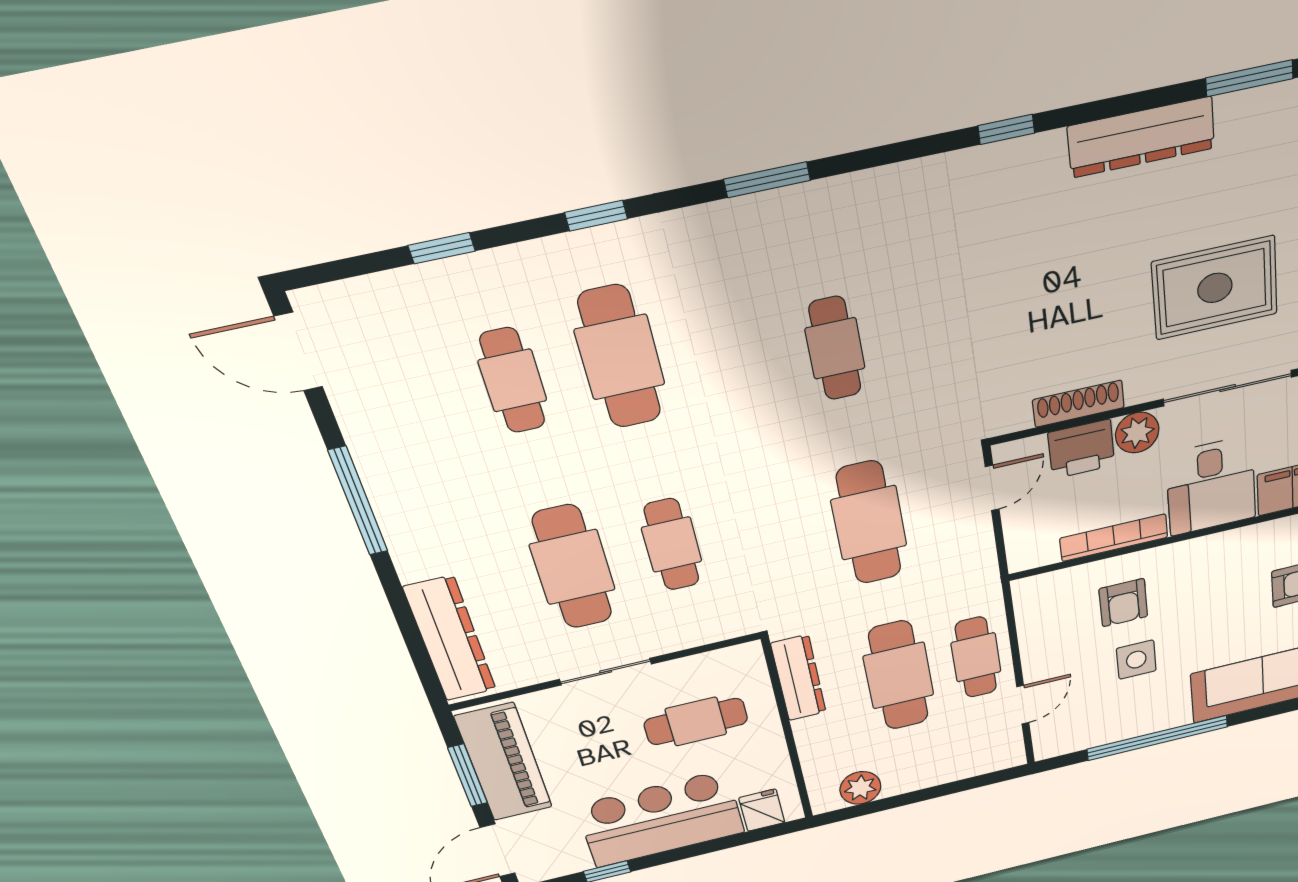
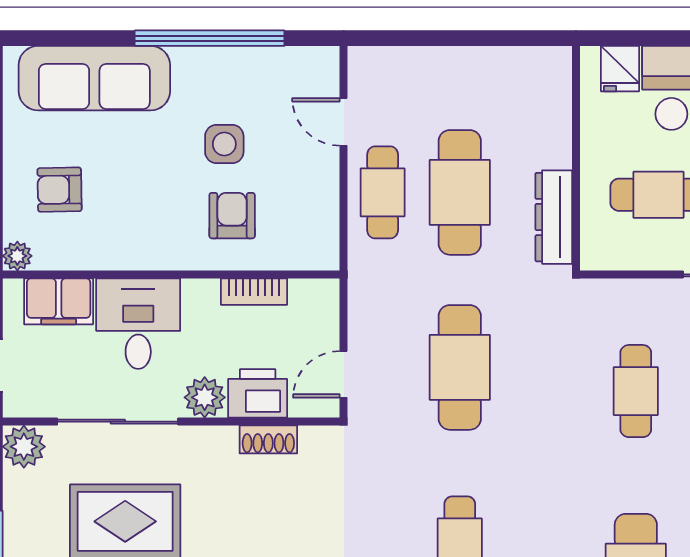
shoe rack: (1078, 404) -> (268, 439), width x0.70
bookcase: (1114, 538) -> (254, 292), width x0.64
door: (1023, 705) -> (344, 122), hinge flipped
plant: (860, 788) -> (519, 67), removed

